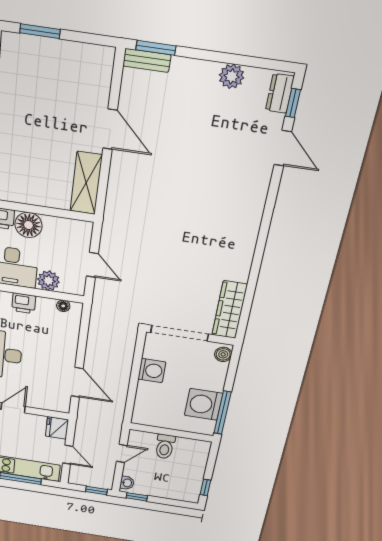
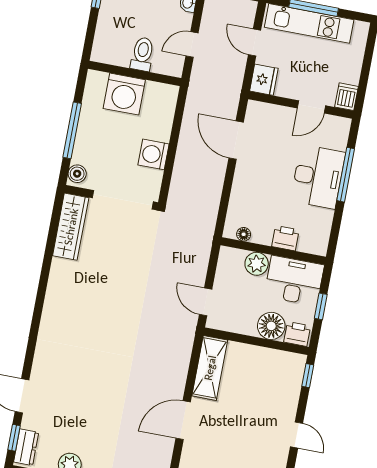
door: (110, 129) -> (183, 420), hinge flipped
door: (92, 265) -> (206, 302), moved
washing machine: (204, 404) -> (124, 94), moved, turned 90
window: (222, 413) -> (72, 130), moved

